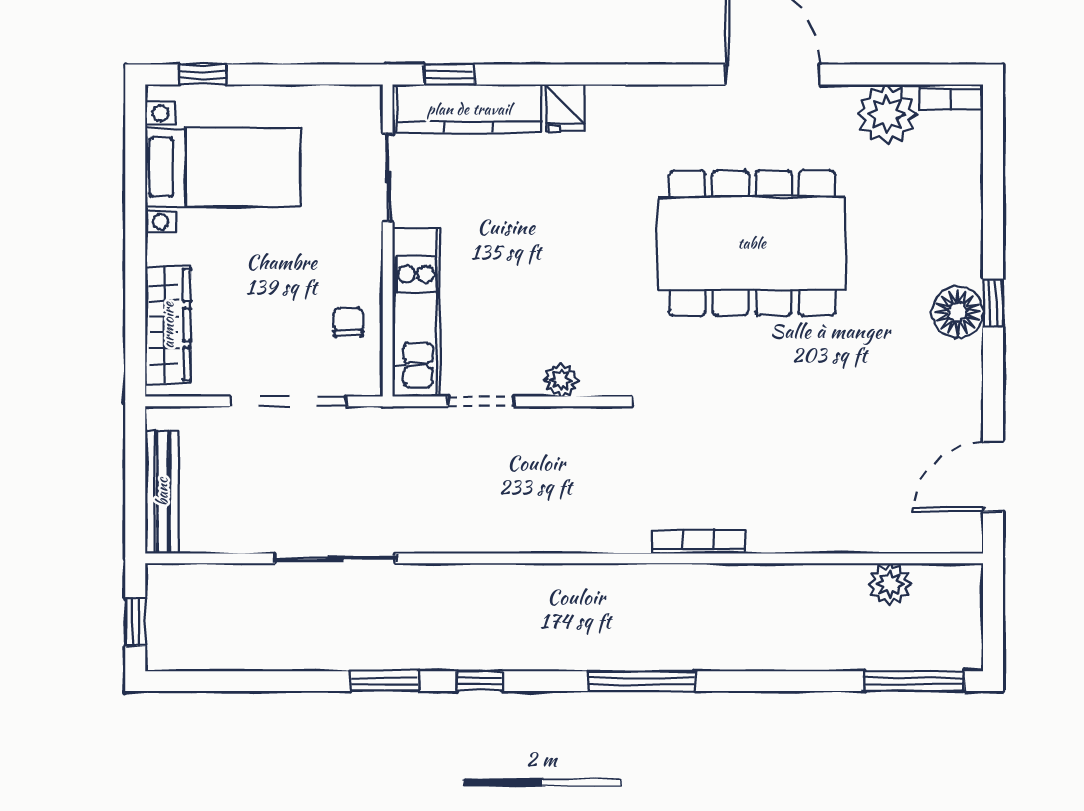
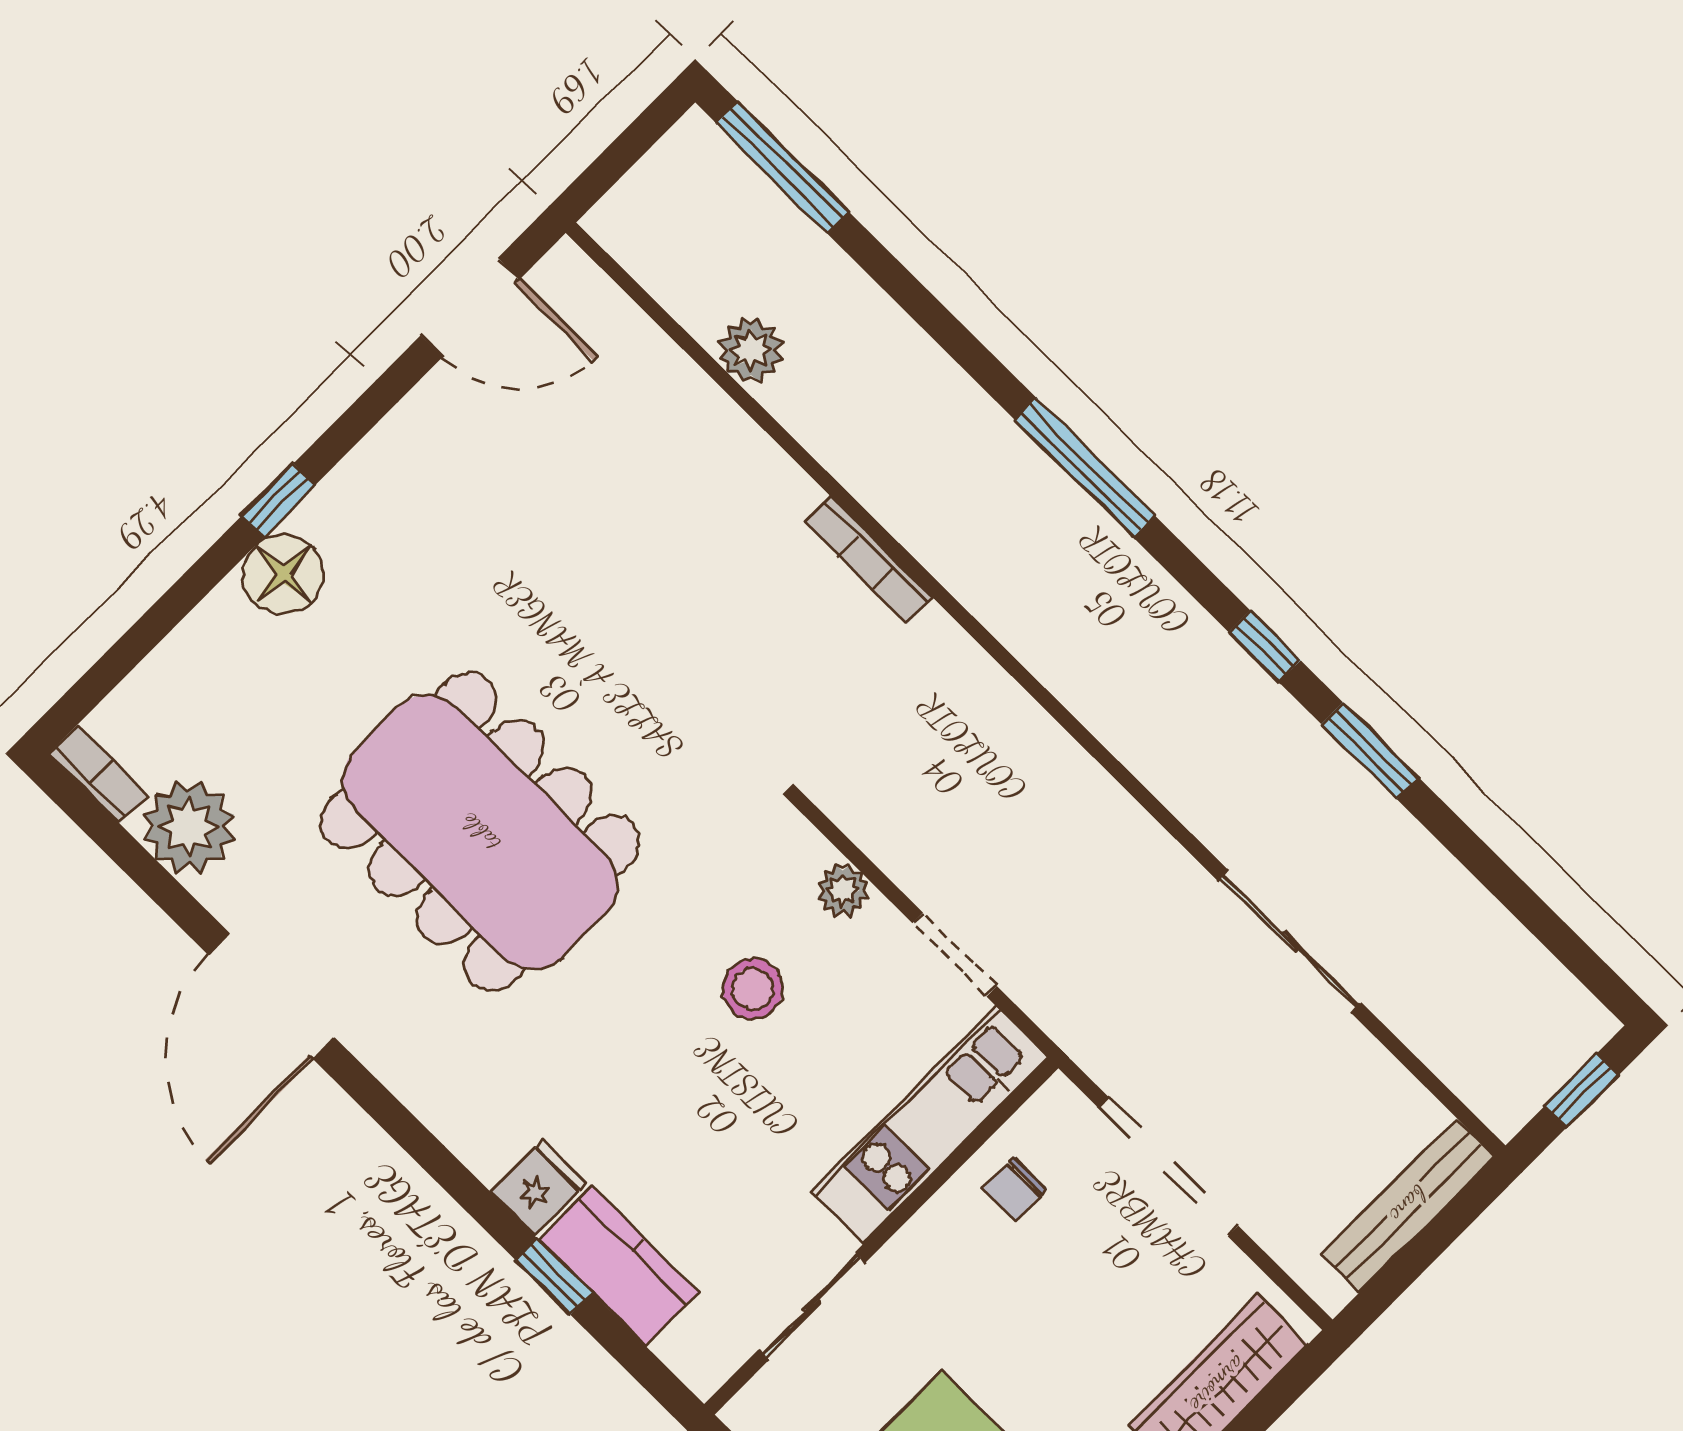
window: (449, 75) -> (554, 1276), moved
kitchen counter: (469, 109) -> (619, 1266), width x0.67
stool: (558, 295) -> (752, 989), added
floor lamp: (958, 312) -> (283, 574), moved
plant: (890, 584) -> (751, 350), moved

